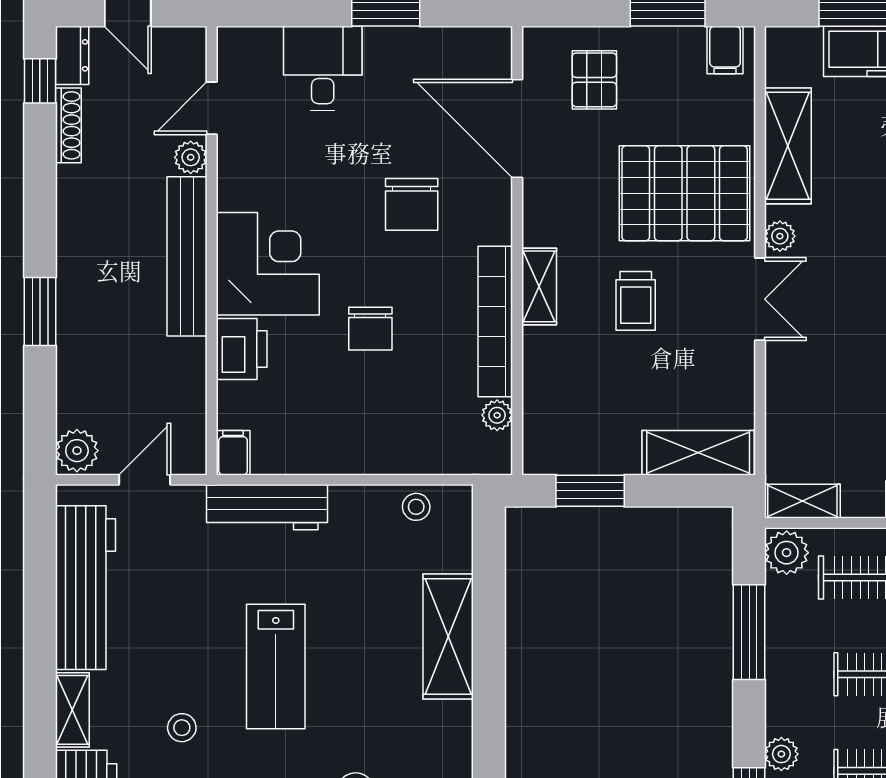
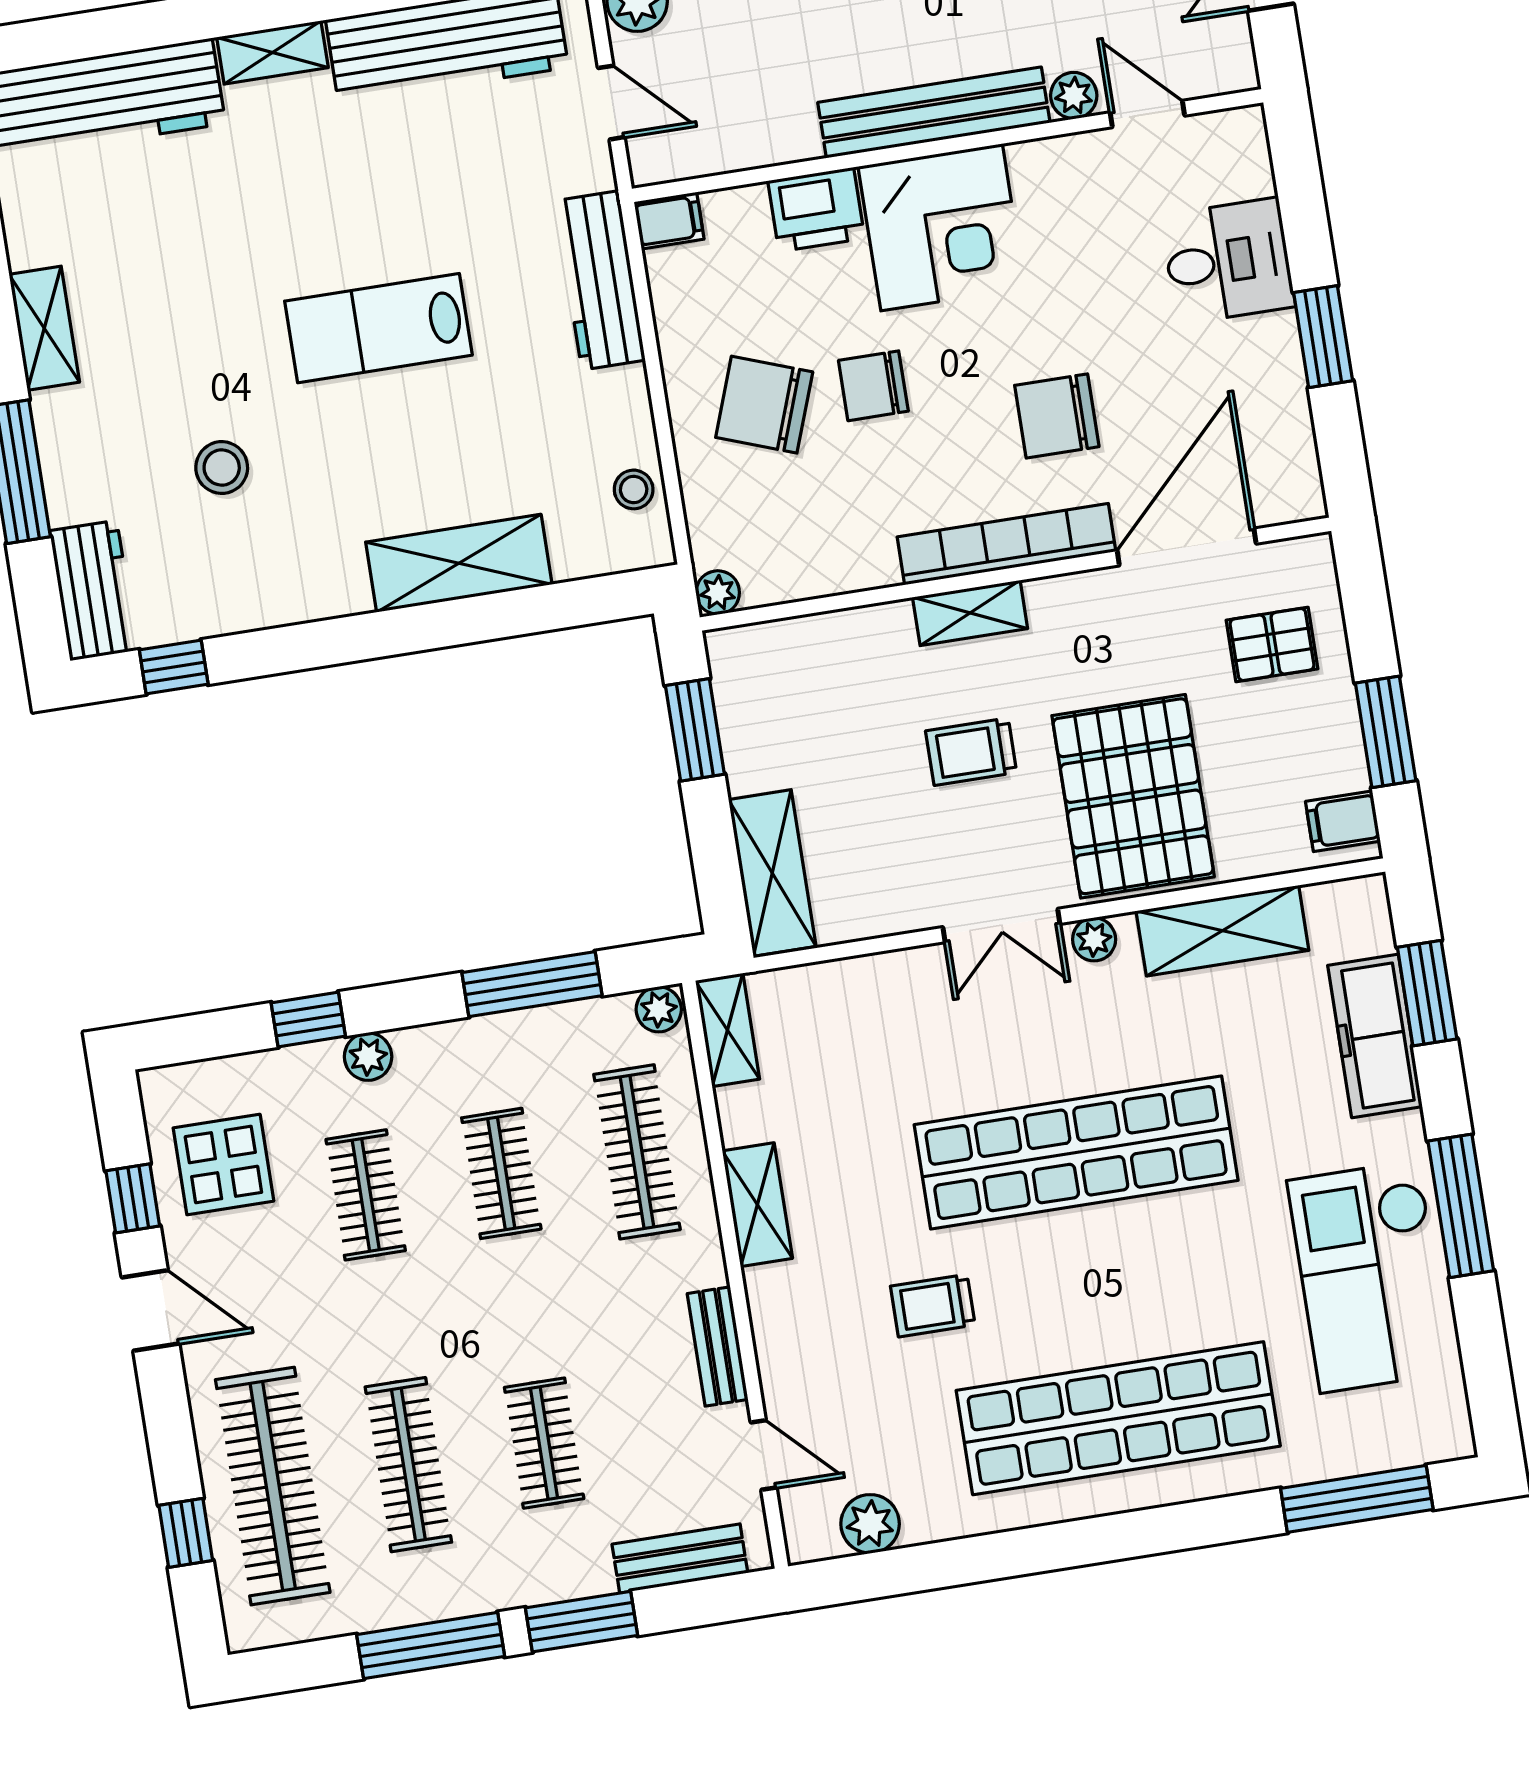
bookcase: (495, 321) -> (1006, 544), moved
chair: (372, 407) -> (764, 405), added
plant: (497, 415) -> (718, 593), moved
plant: (787, 553) -> (659, 1009), width x0.73, depth x0.73
stool: (182, 728) -> (272, 210), removed

